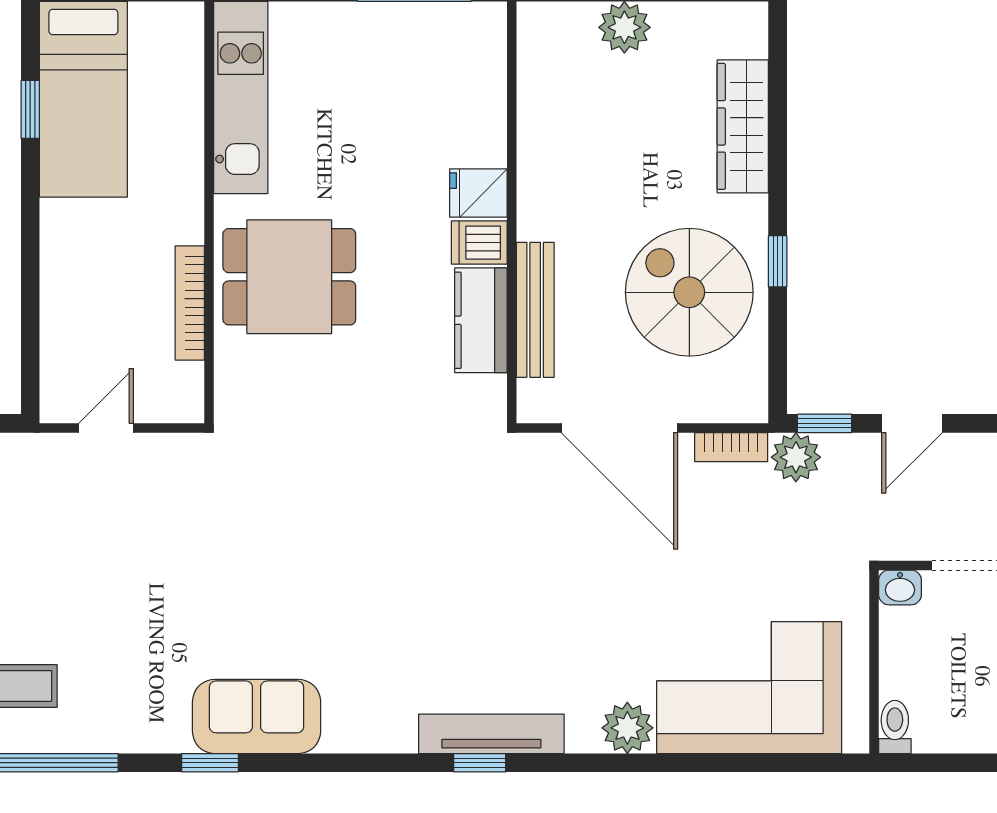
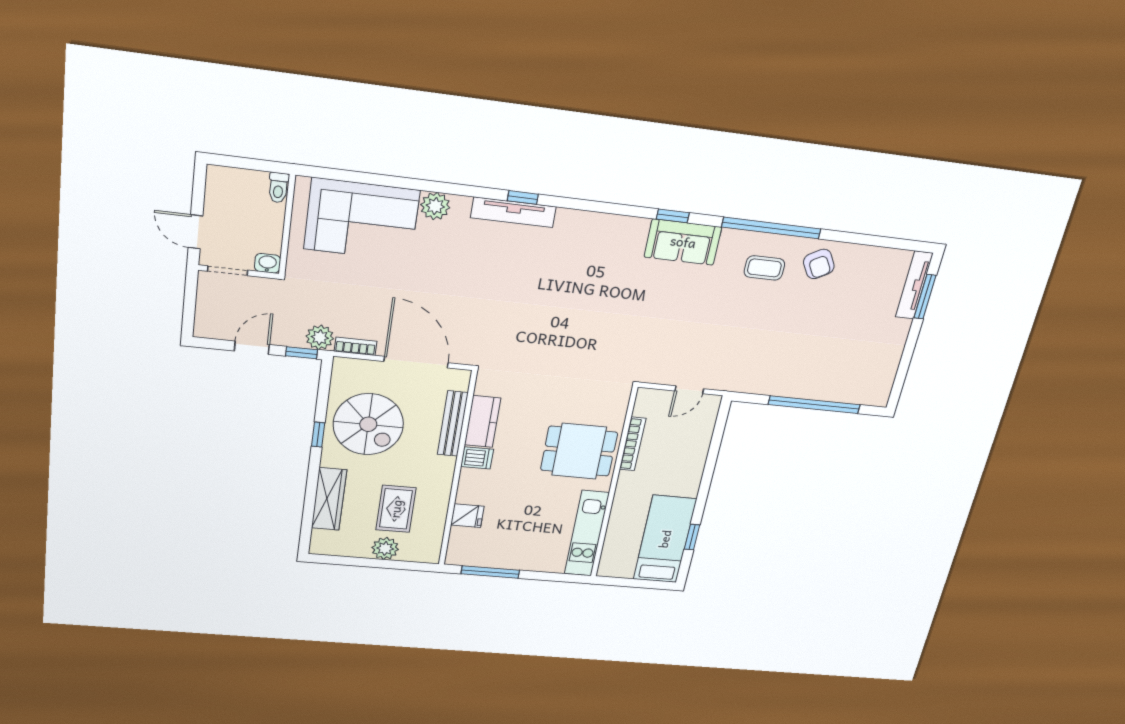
rug: (616, 117) -> (396, 509), added
fridge: (478, 193) -> (467, 516), moved
sofa: (257, 716) -> (683, 242), moved

